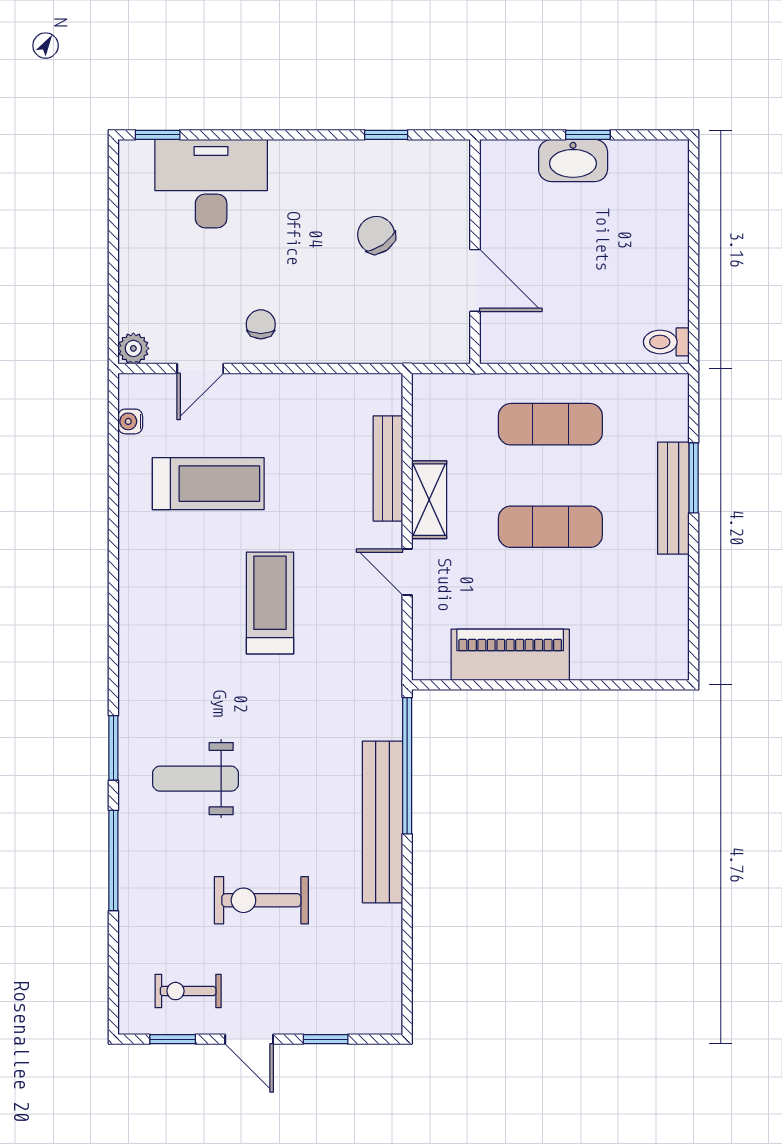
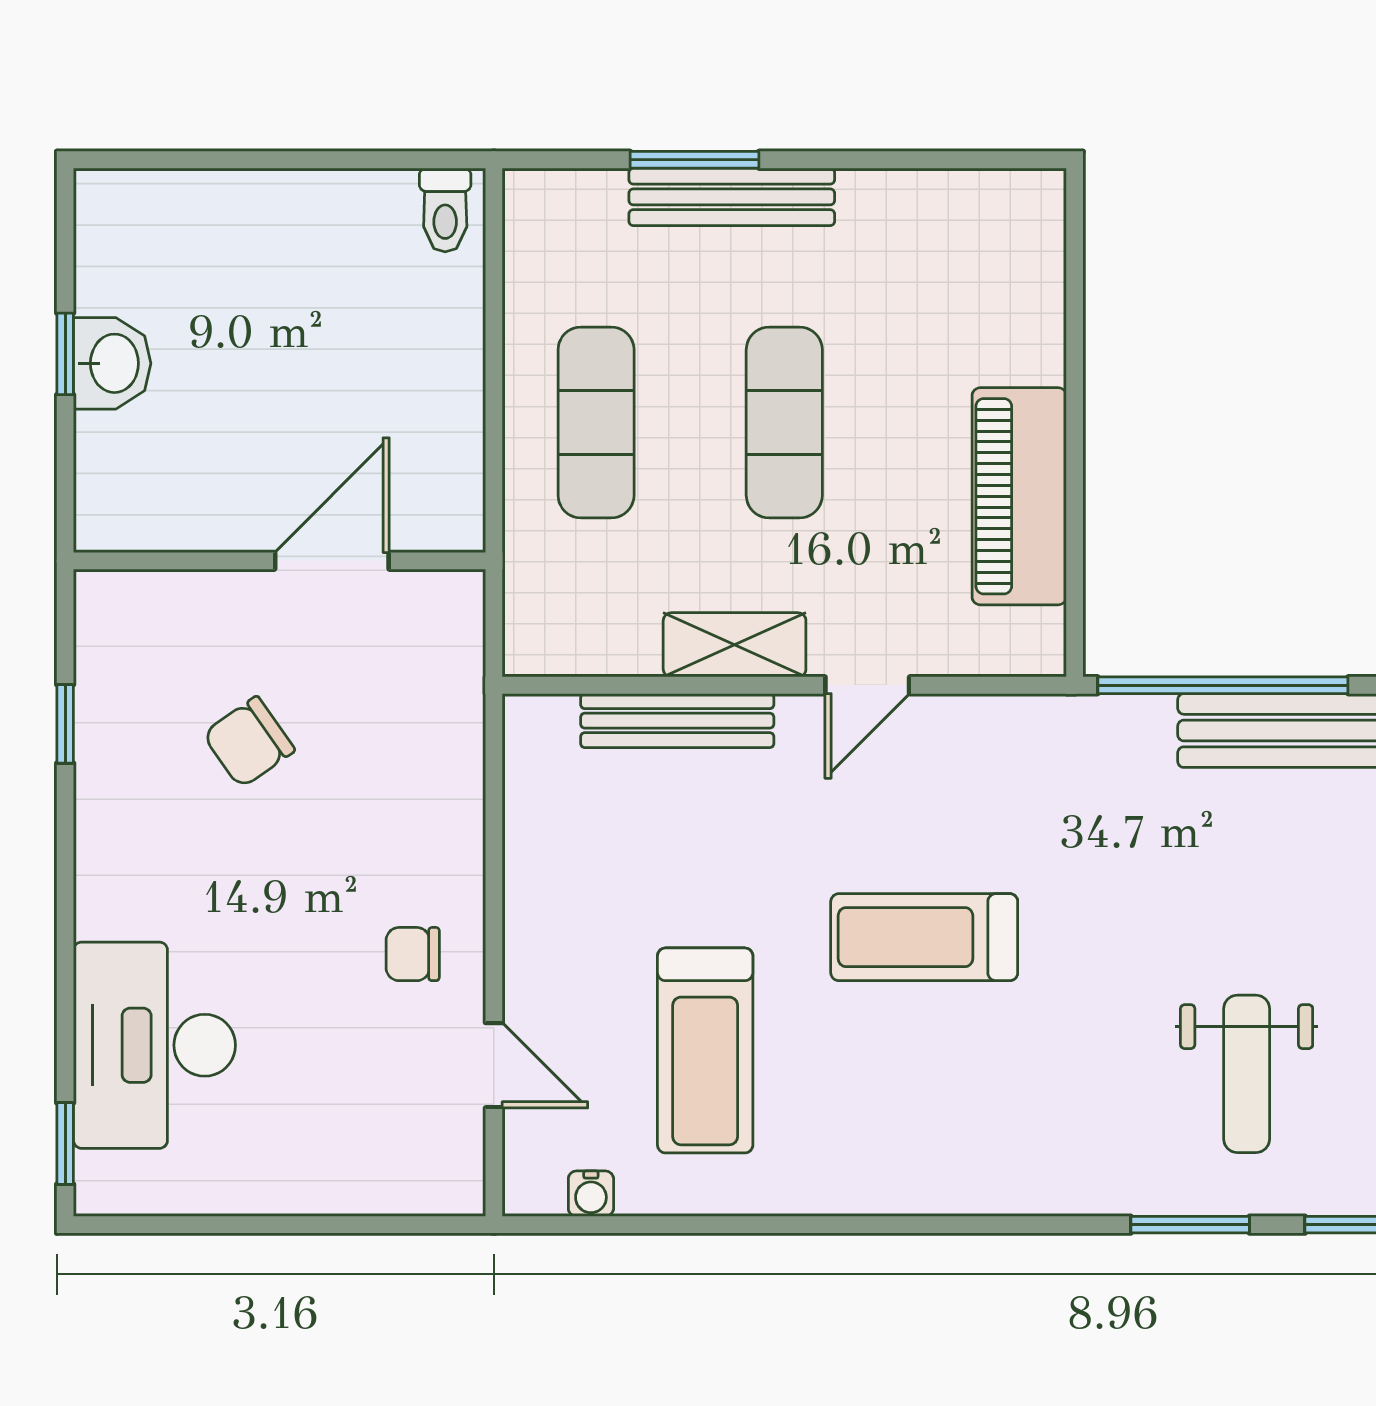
washbasin: (573, 161) -> (112, 363), width x0.72
plant: (133, 348) -> (457, 1188), removed
treadmill: (208, 484) -> (705, 1050), turned 180

